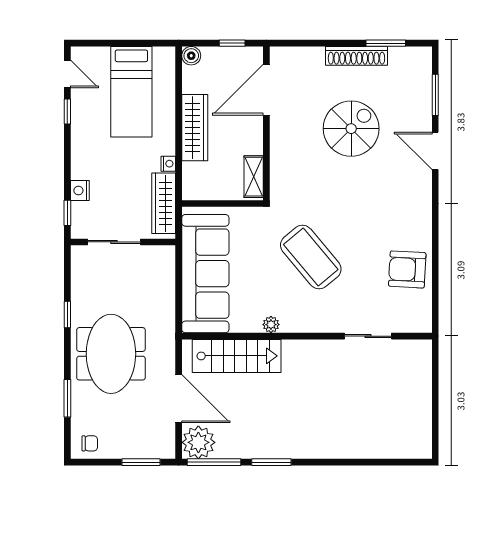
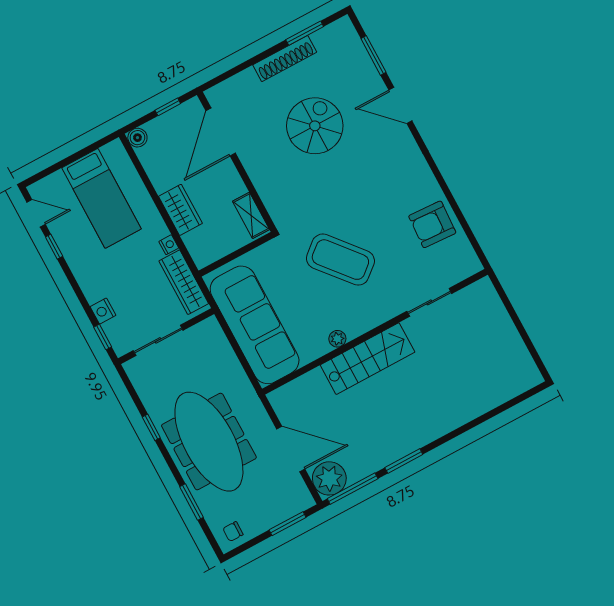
wardrobe: (195, 128) -> (180, 210), width x0.67
meeting table: (111, 354) -> (209, 442), width x1.36
stairs: (237, 356) -> (368, 359), moved
chair: (90, 443) -> (233, 531), turned 180

